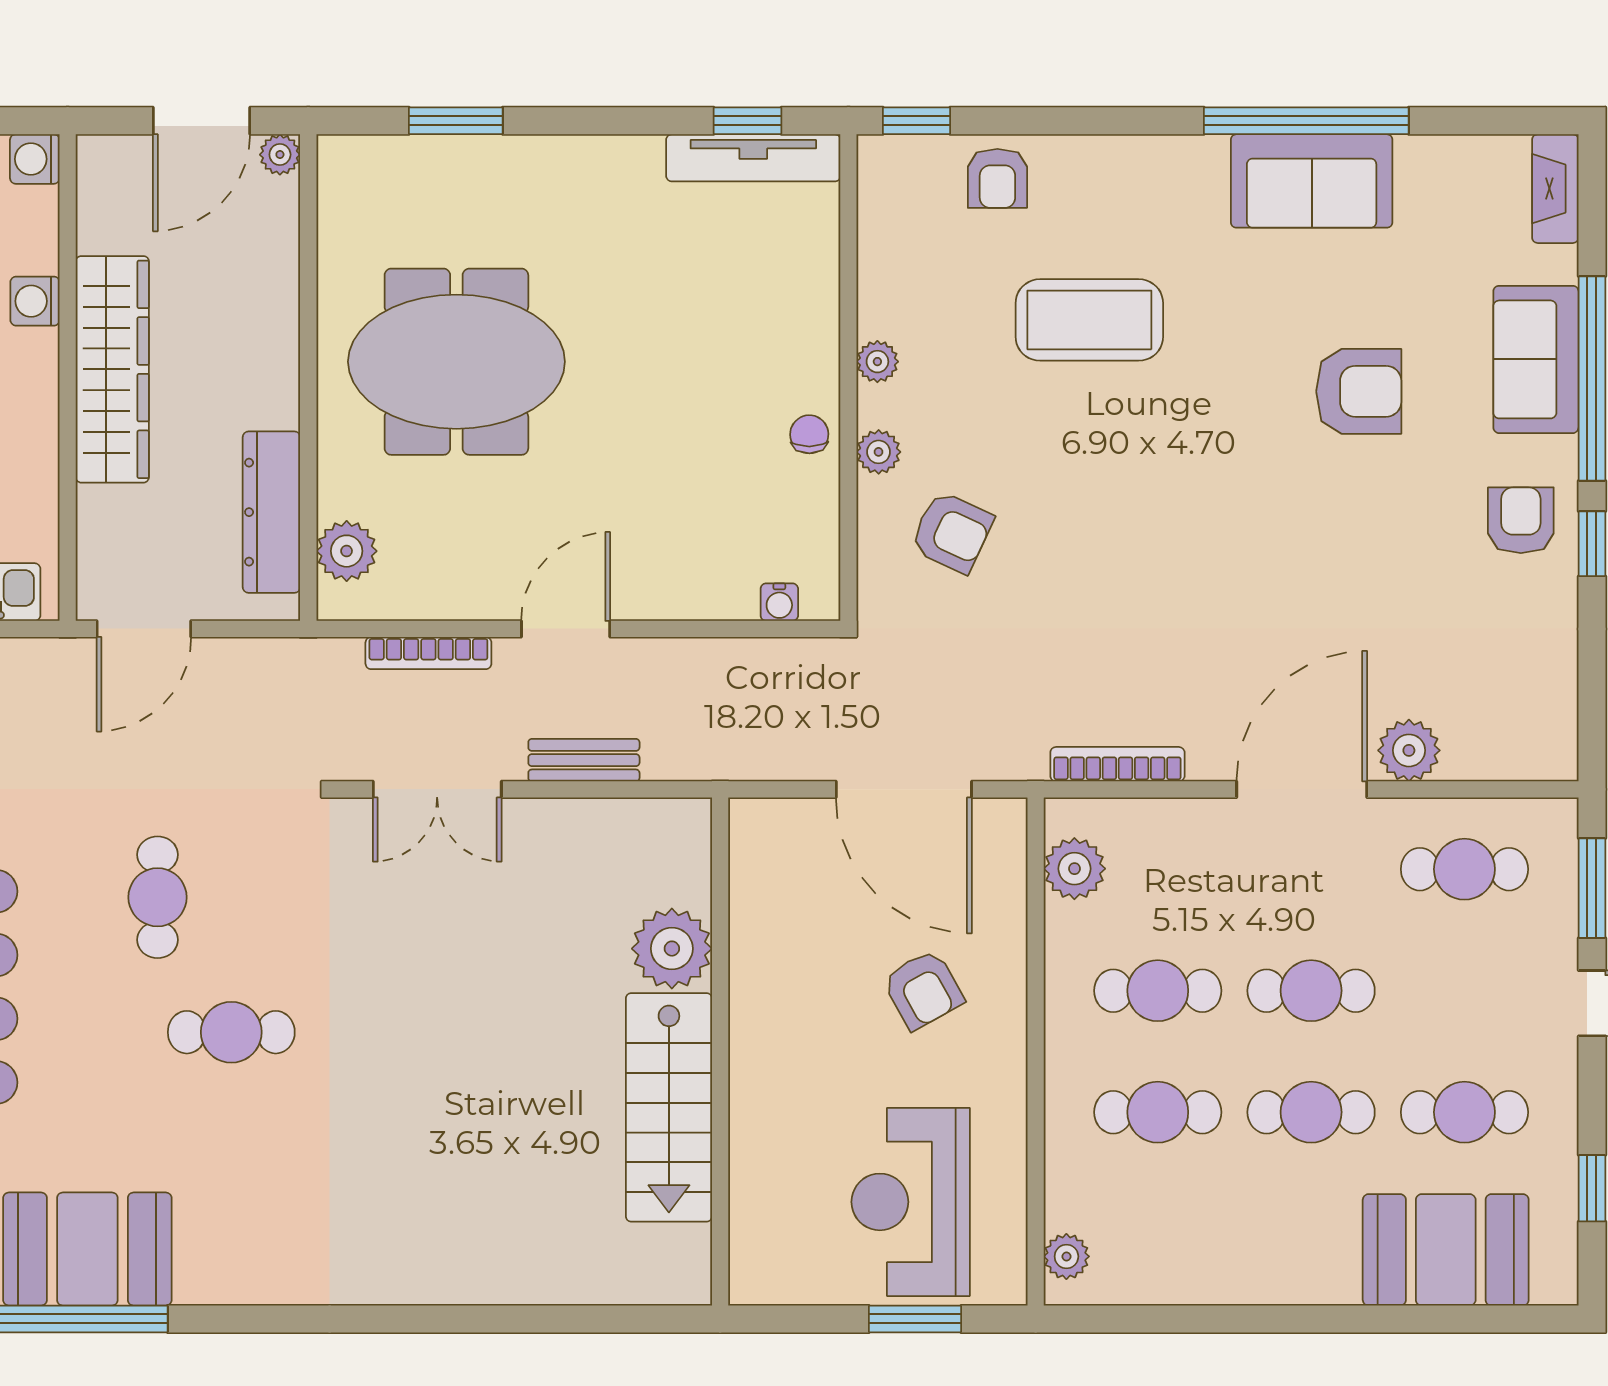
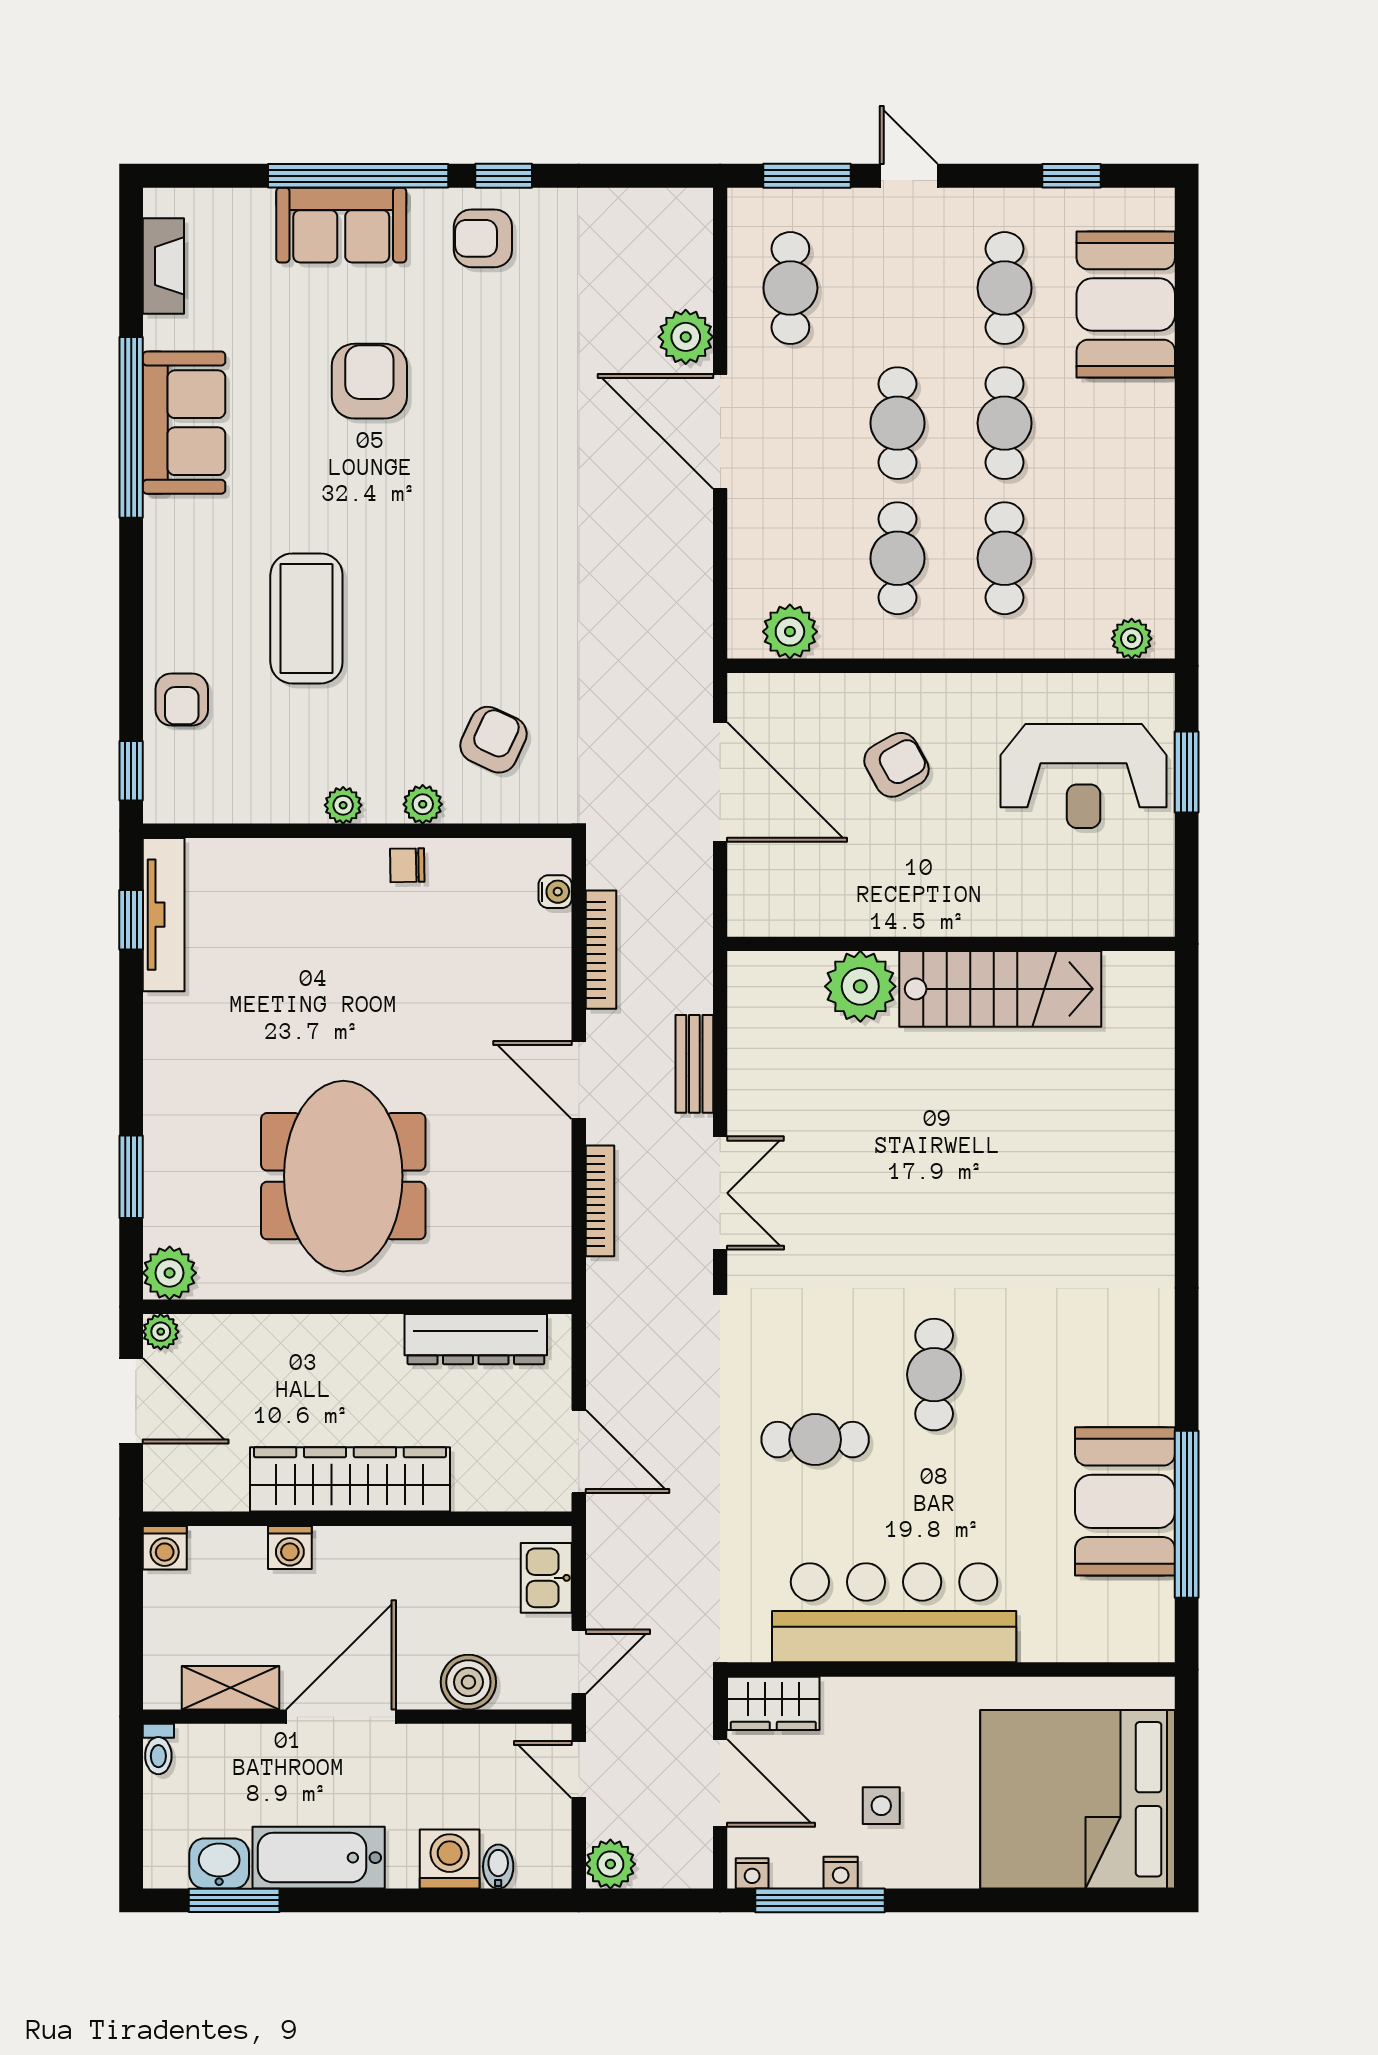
armchair: (997, 178) -> (182, 699), turned 90
fireplace: (1555, 189) -> (163, 266), moved, turned -90
plant: (347, 551) -> (170, 1273), moved
bookcase: (1117, 764) -> (601, 950), moved, turned 180
door: (904, 789) -> (720, 782), hinge flipped

